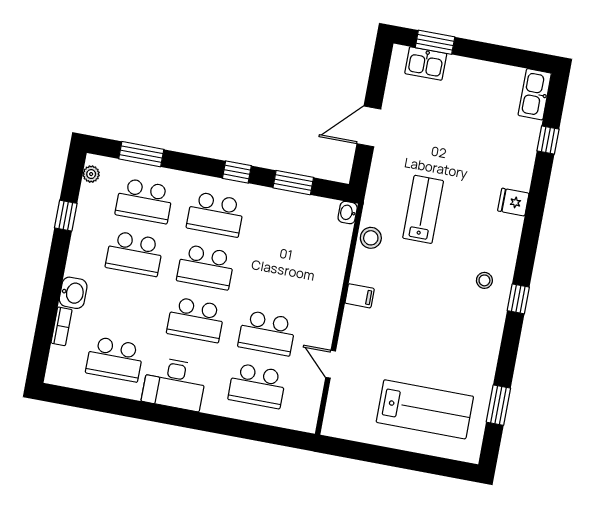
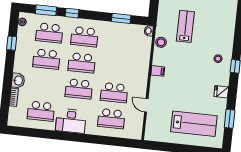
window: (237, 172) -> (72, 13), moved
fridge: (513, 202) -> (221, 92), moved

